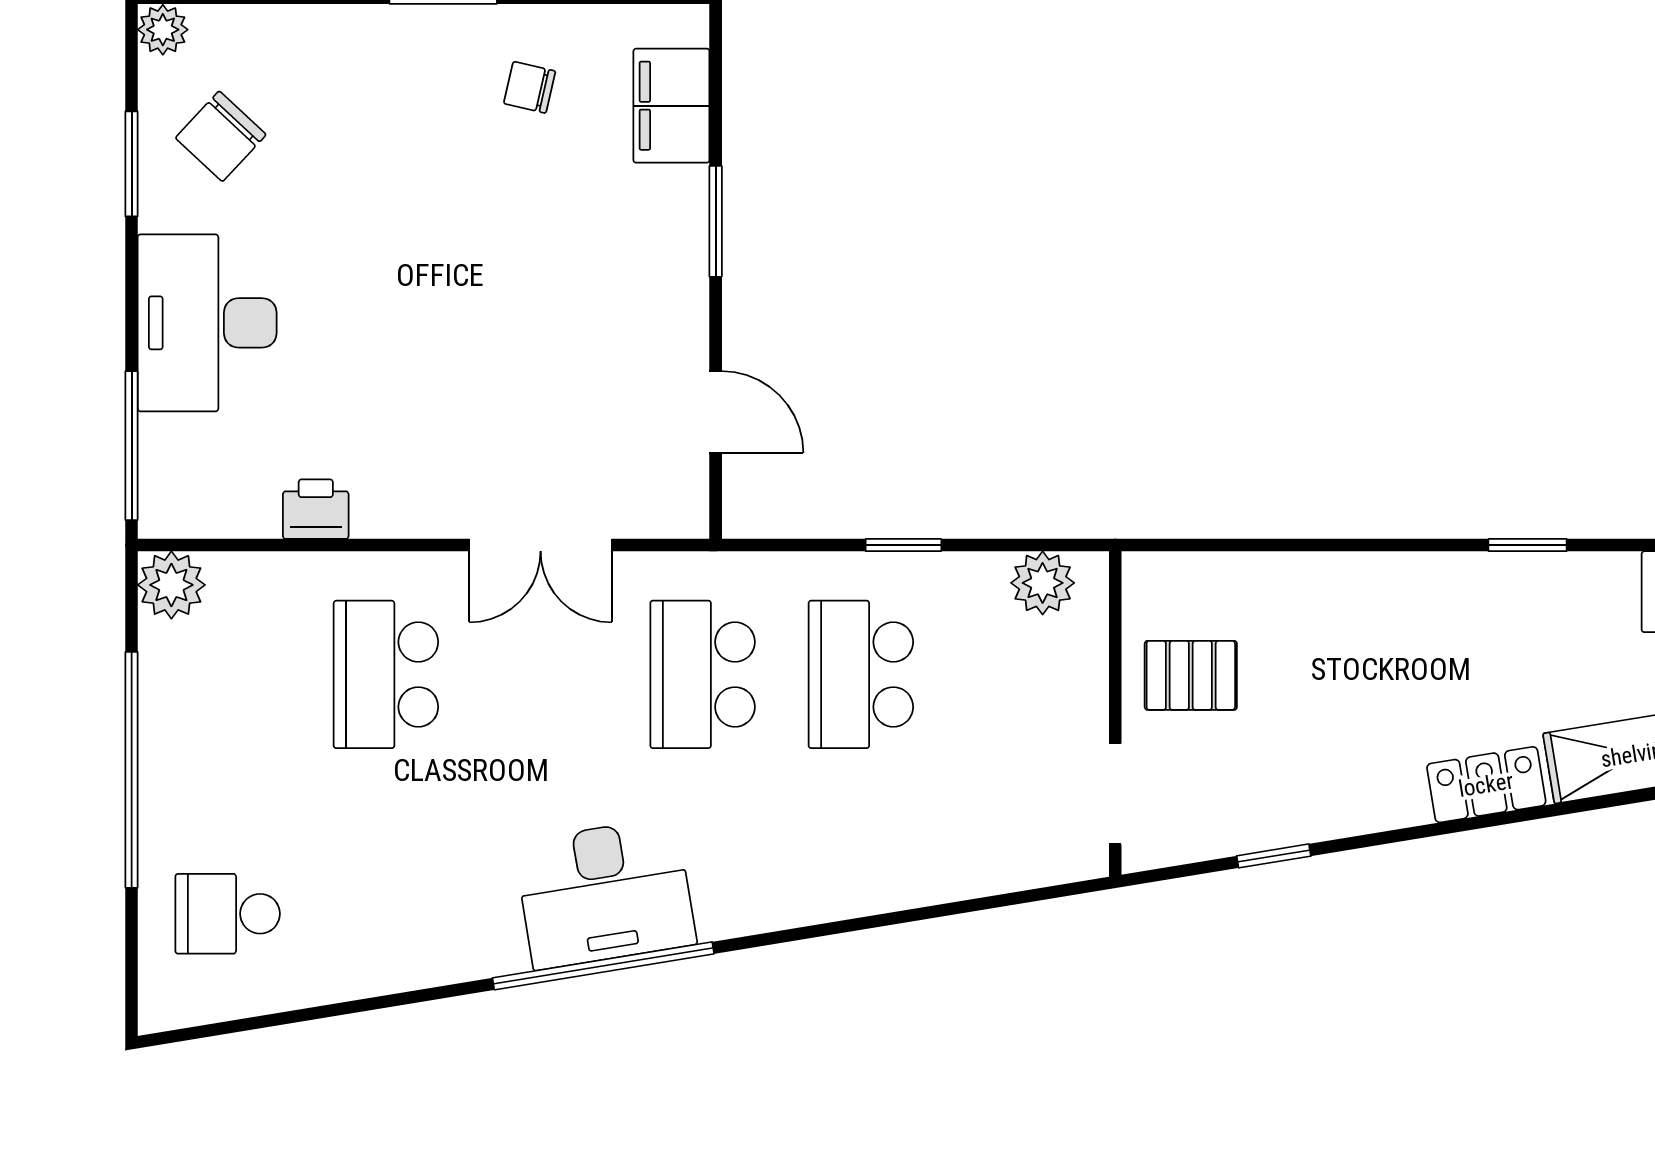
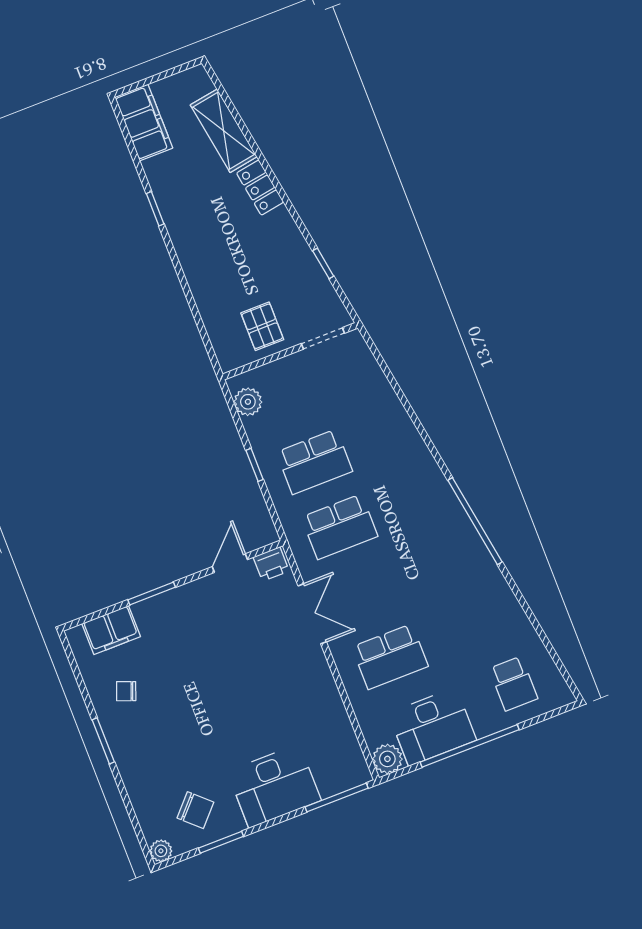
chair: (530, 87) -> (126, 691), turned 98
printer: (316, 509) -> (271, 564), moved, turned -90
desk: (605, 893) -> (432, 727), moved, turned 99

